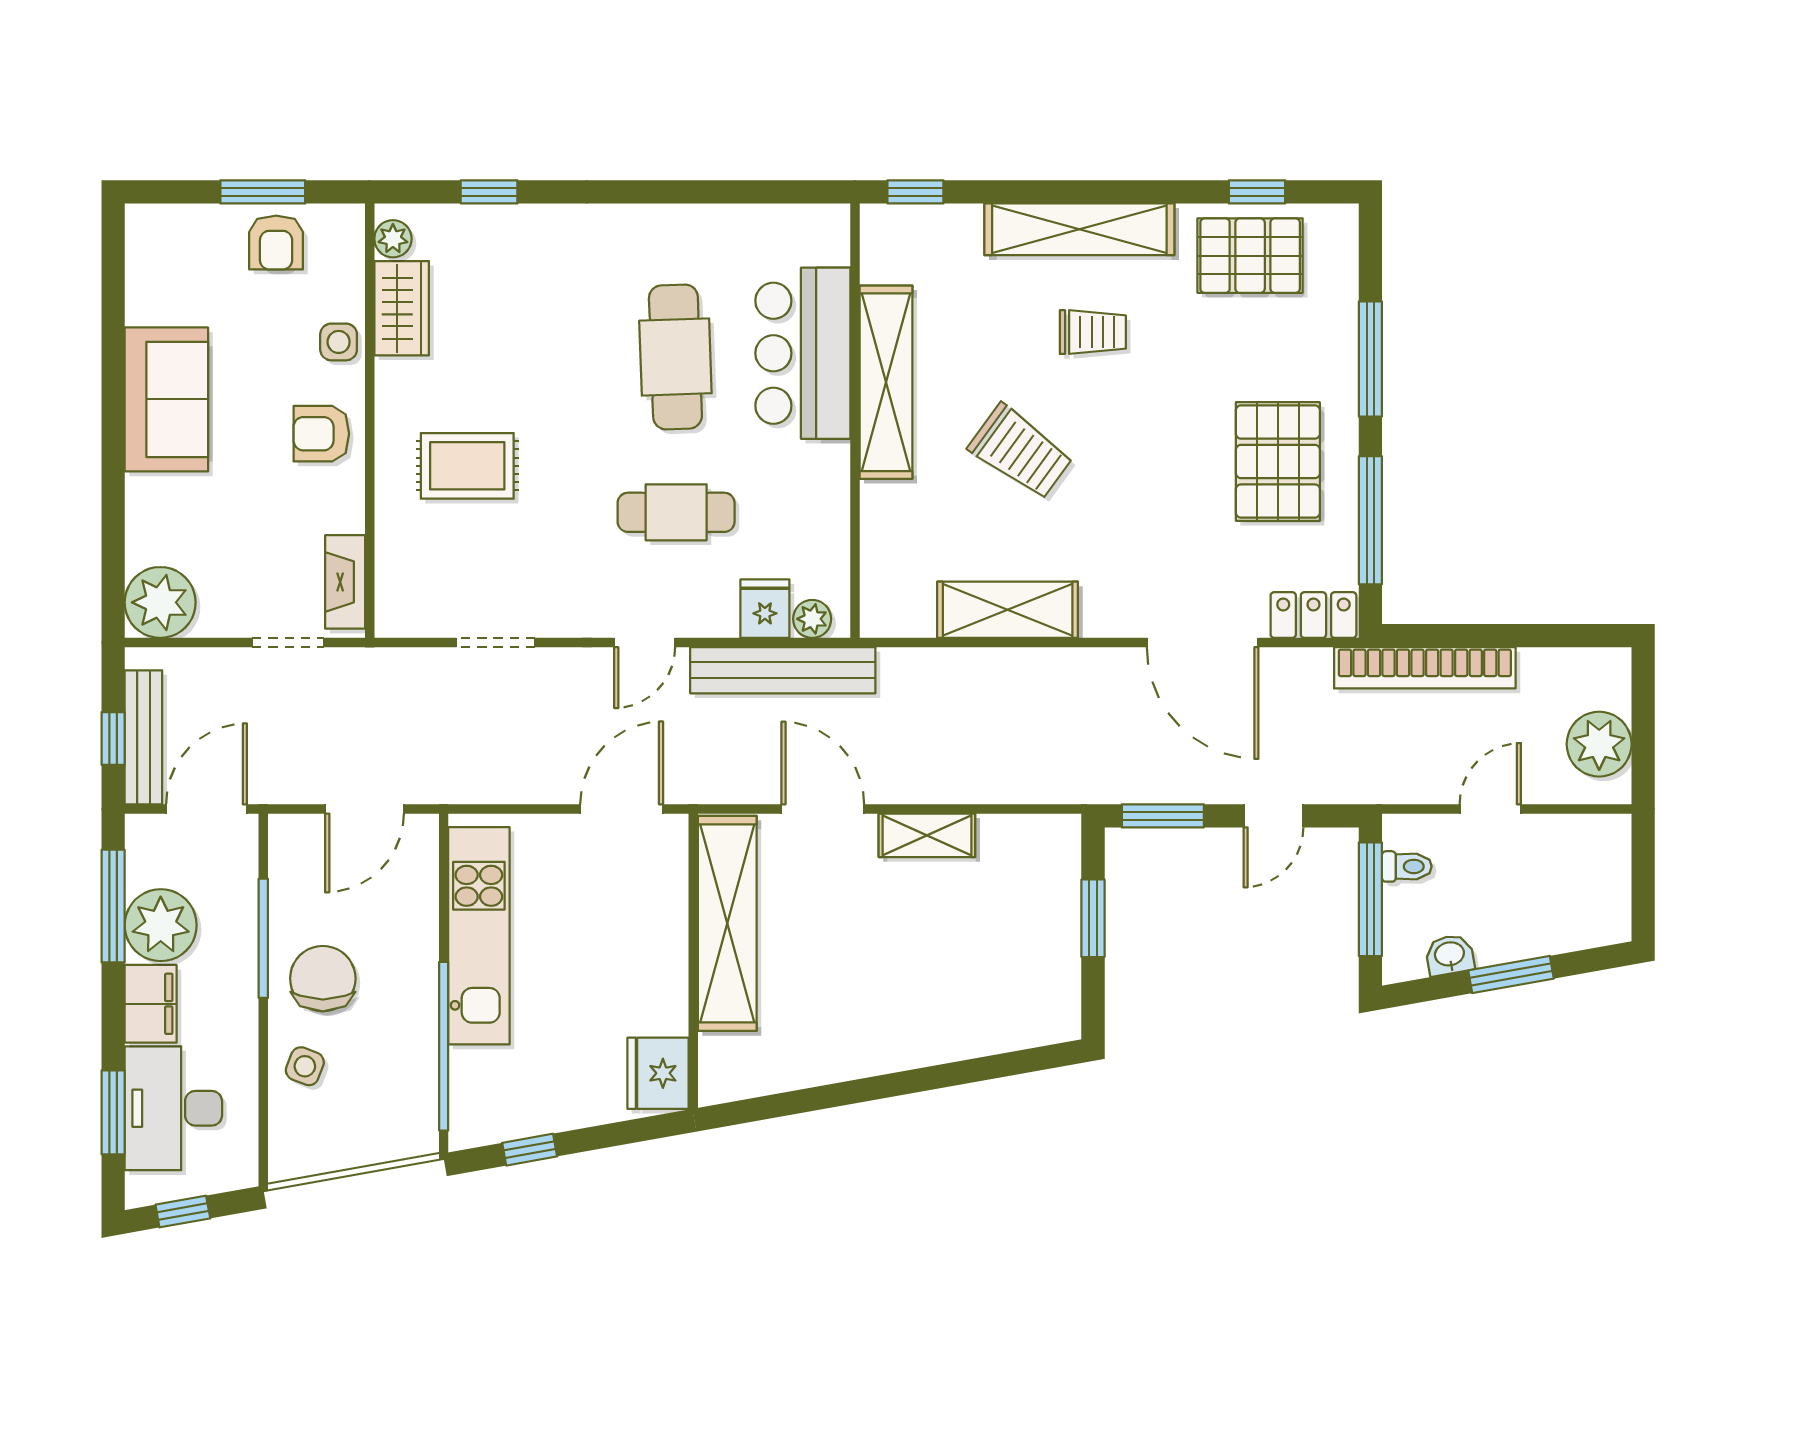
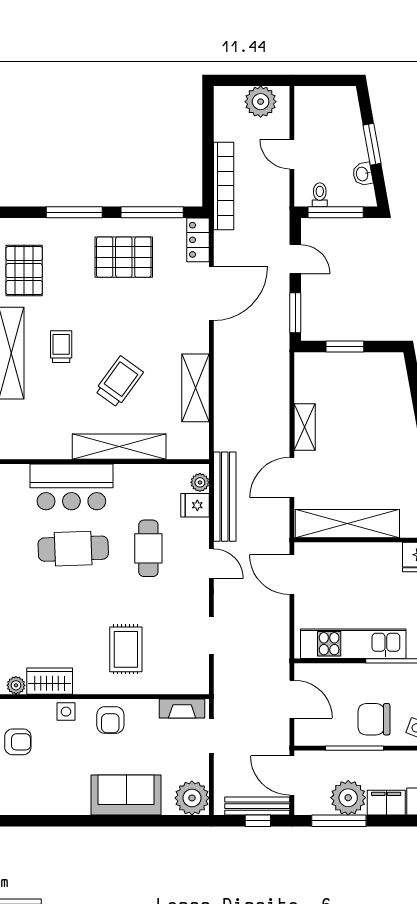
shelving: (886, 382) -> (119, 447), moved
sofa: (166, 399) -> (126, 795), moved

